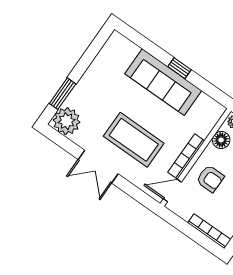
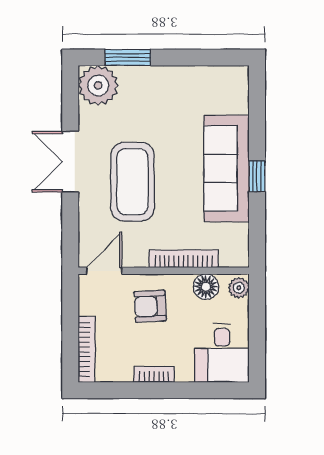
bookcase: (186, 157) -> (184, 259), moved
armchair: (210, 179) -> (150, 306), turned 87
door: (172, 191) -> (104, 271), hinge flipped

